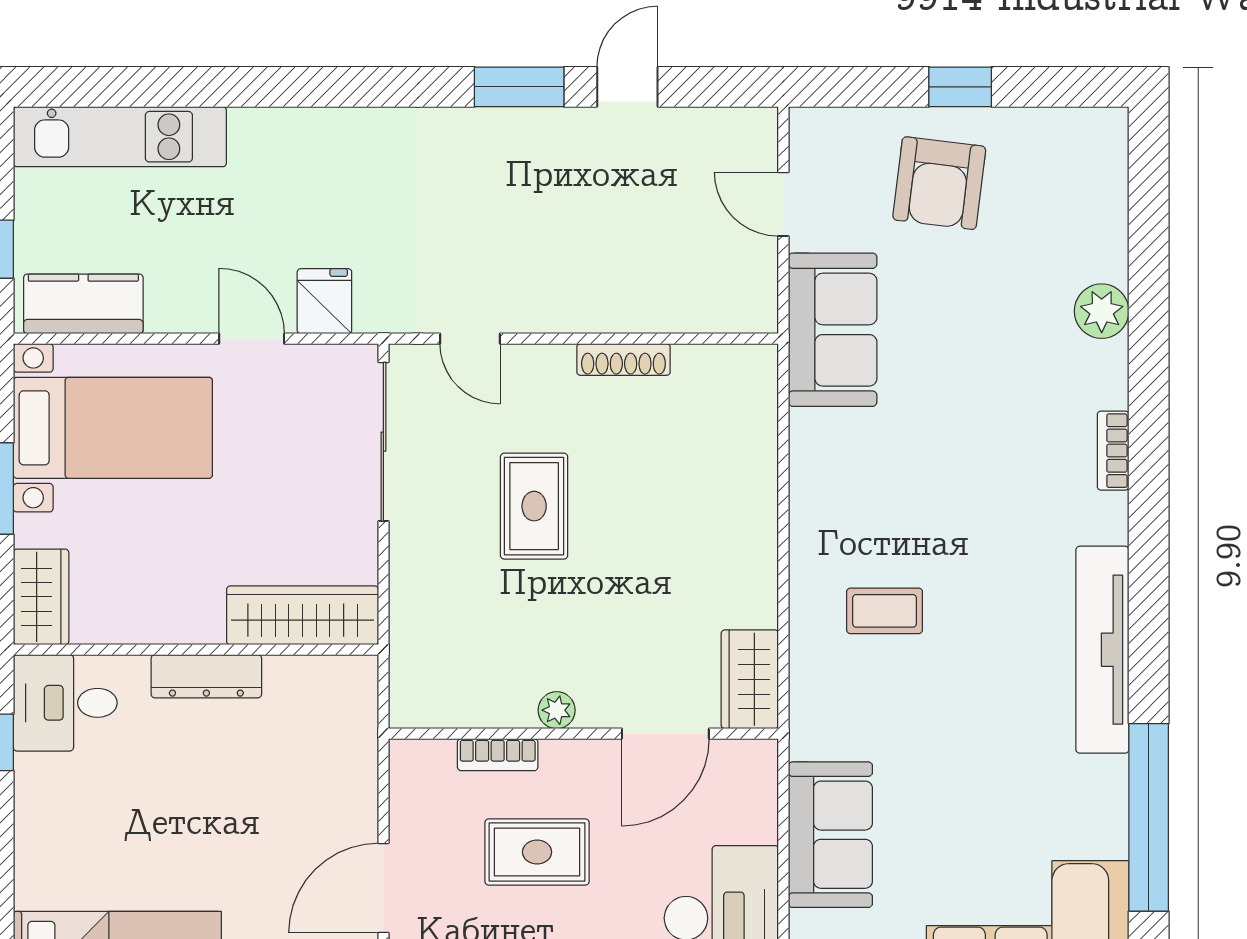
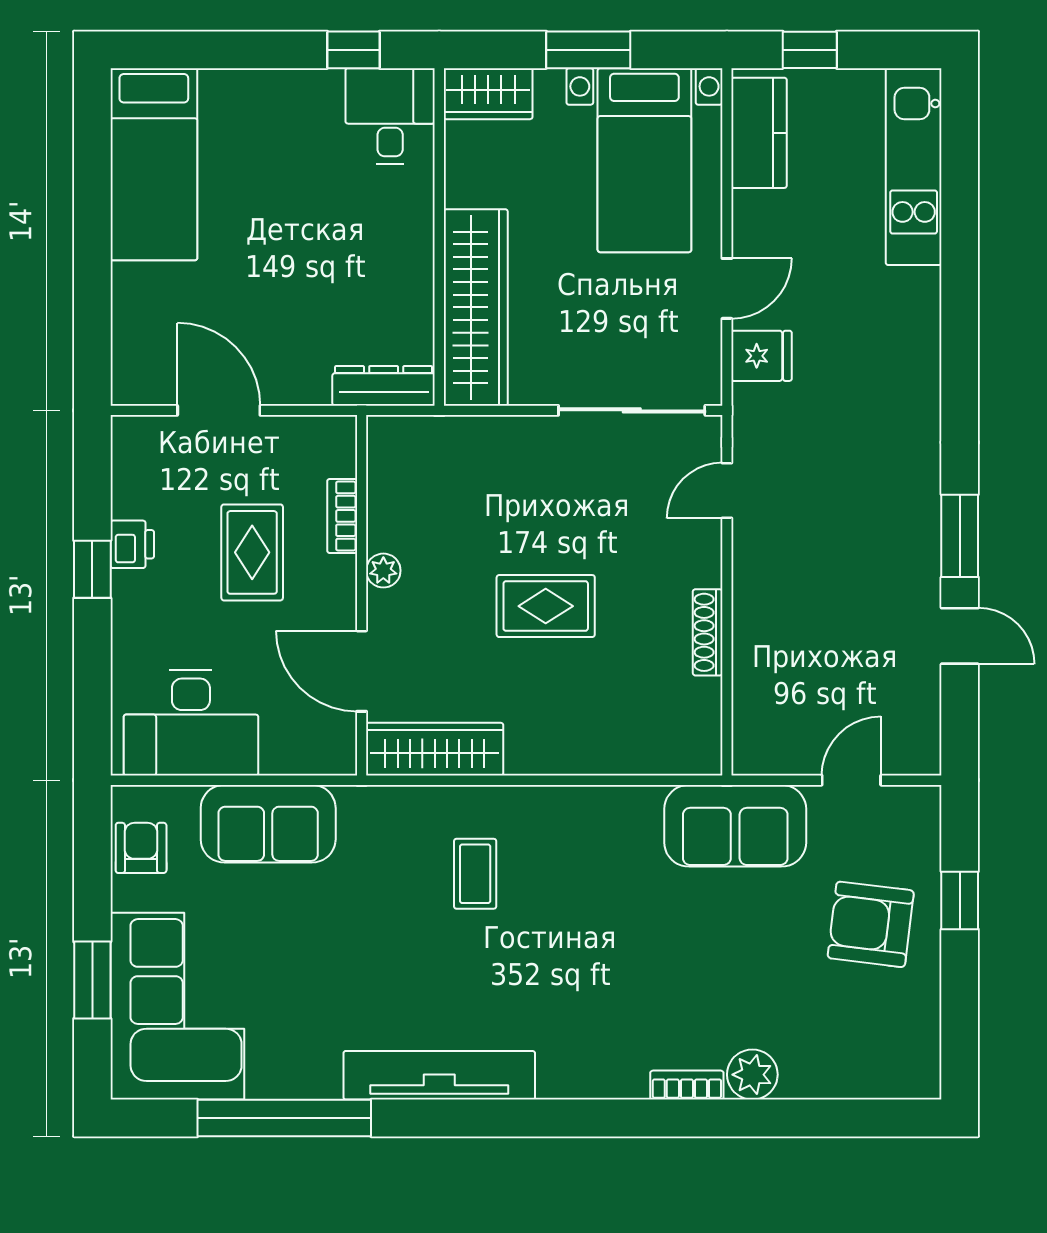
window: (960, 87) -> (960, 900), moved
bookcase: (1113, 451) -> (687, 1085), moved
rug: (534, 506) -> (546, 606), moved
wardrobe: (303, 615) -> (476, 307), width x1.40, depth x1.17
dresser: (206, 676) -> (384, 386), moved, turned 90
wardrobe: (750, 679) -> (435, 749), width x1.50

